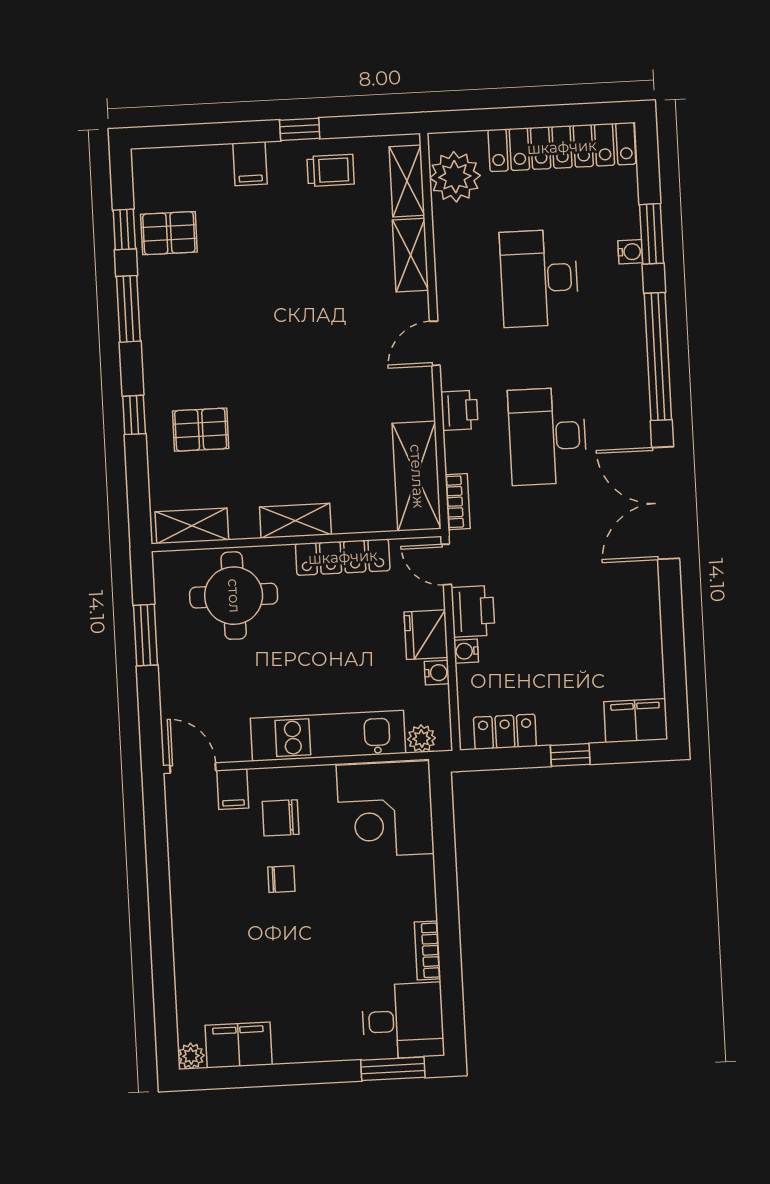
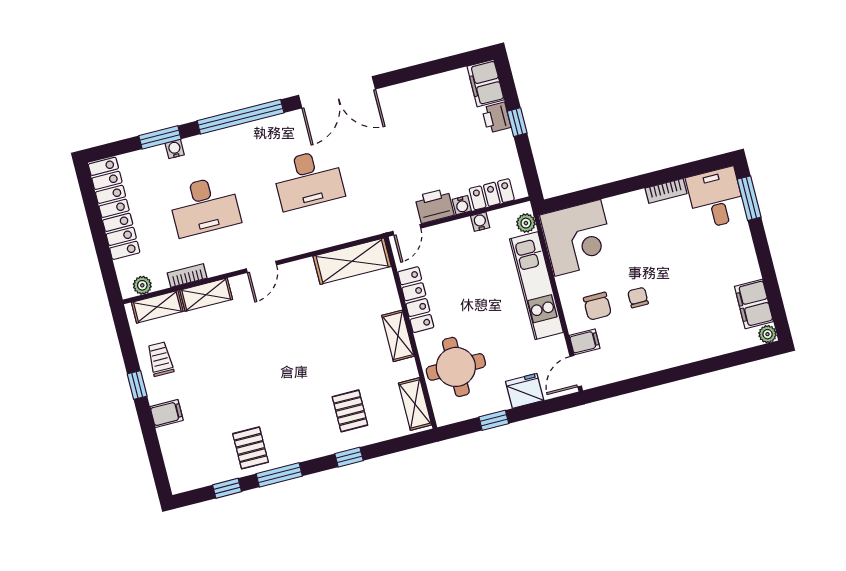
plant: (455, 177) -> (142, 285), width x0.53, depth x0.53
pallet: (169, 233) -> (250, 448), moved
door: (435, 343) -> (261, 267), hinge flipped
printer: (459, 410) -> (496, 118), moved, turned -90
bookcase: (458, 502) -> (187, 276), moved
window: (146, 635) -> (494, 420), width x0.67
fridge: (426, 635) -> (525, 391), moved, turned 180
locker: (505, 732) -> (492, 194), moved, turned 90

